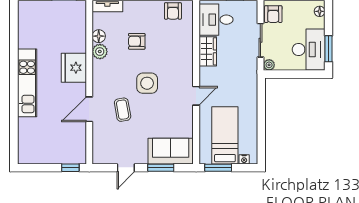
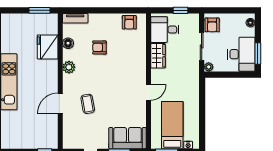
plant: (100, 52) -> (69, 67), moved
fridge: (74, 68) -> (48, 47), moved
side table: (147, 83) -> (108, 82), removed

